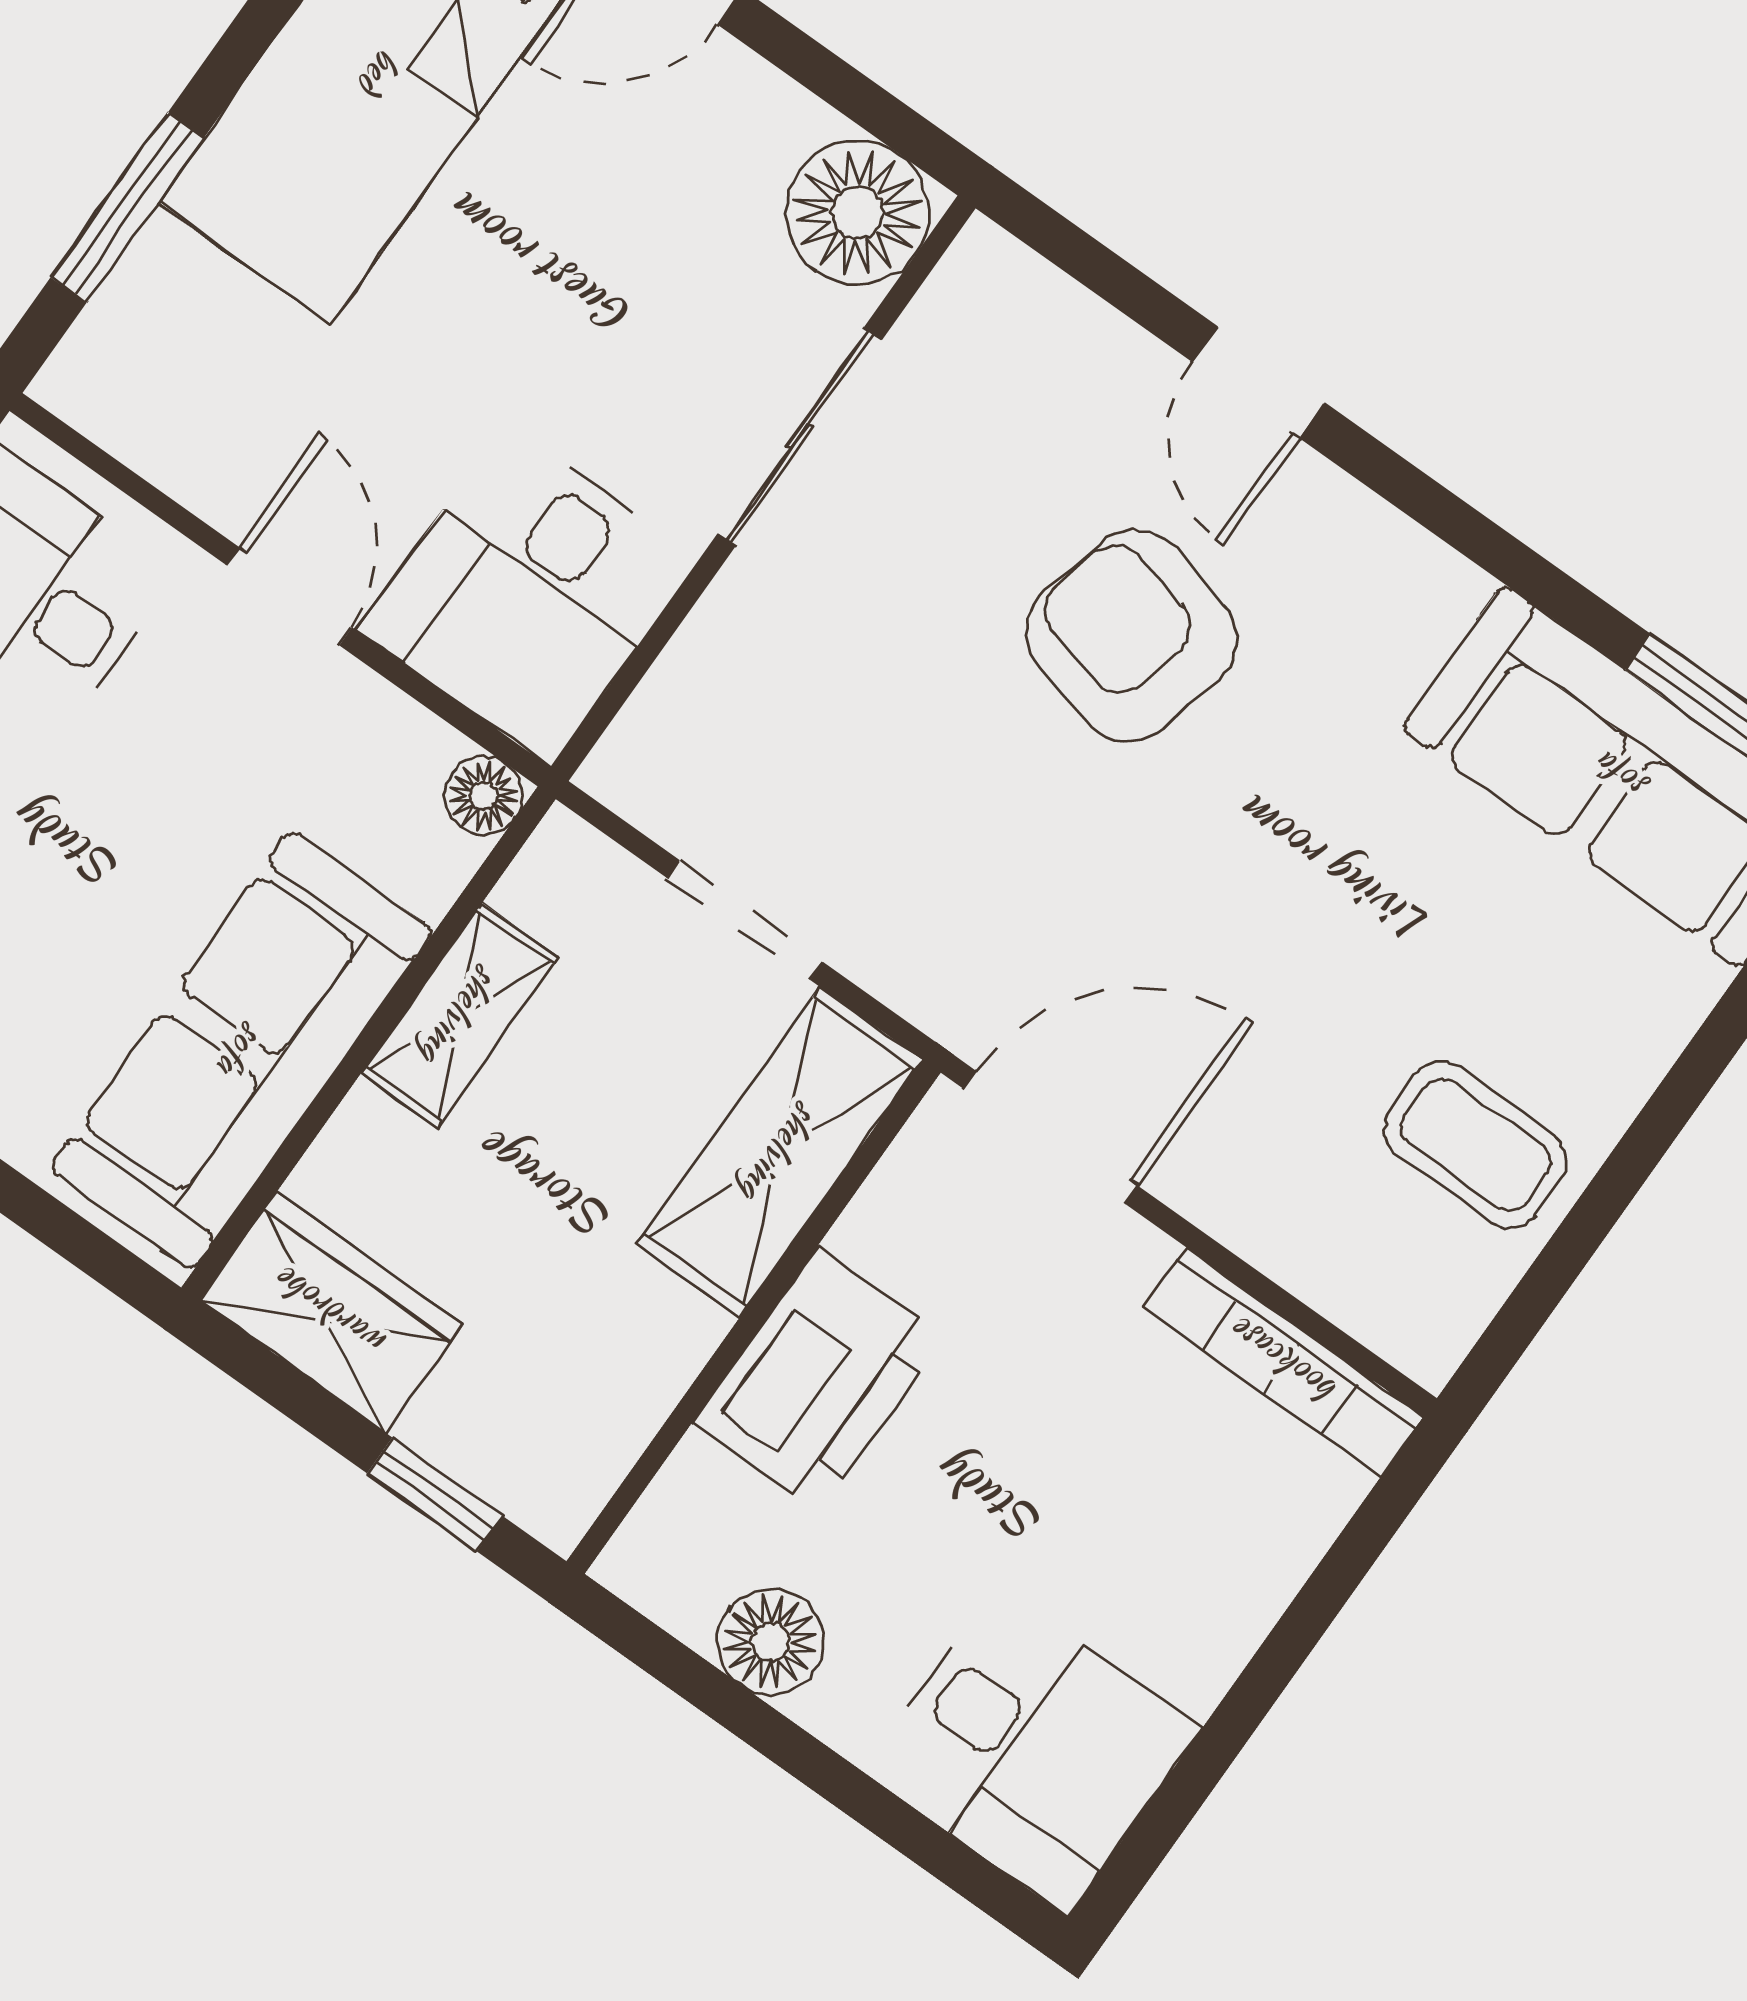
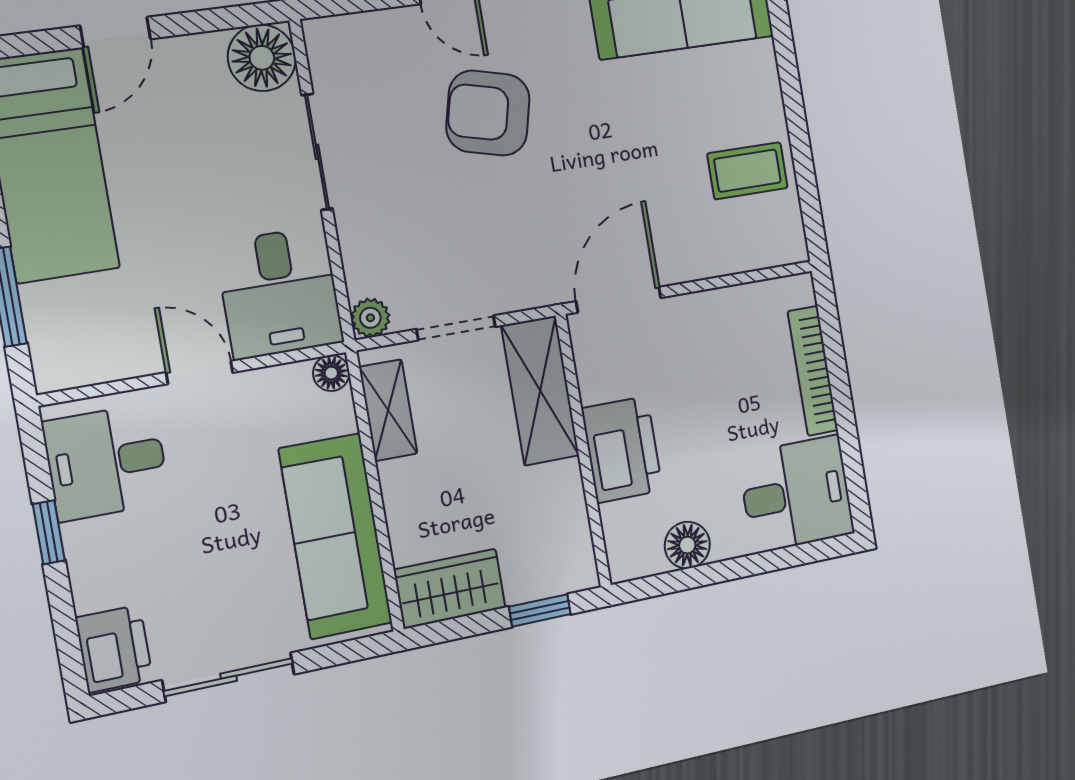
plant: (628, 771) -> (370, 318), added
shelving: (460, 1015) -> (388, 410), moved
bookcase: (1284, 1362) -> (813, 371), moved, turned 90

